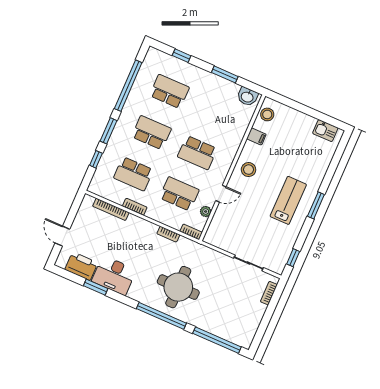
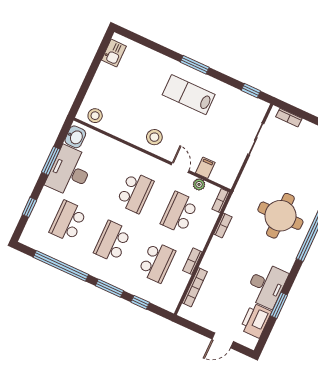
desk: (215, 92) -> (70, 172), added
filing cabinet: (256, 136) -> (205, 168), moved

